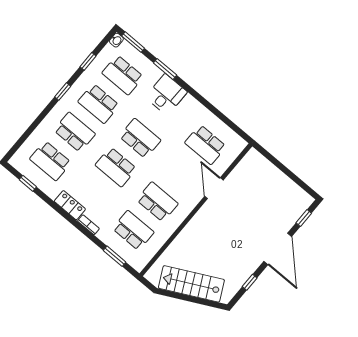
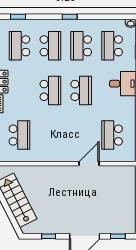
window: (88, 61) -> (18, 17), moved
school desk: (116, 167) -> (50, 90), turned 180
school desk: (157, 202) -> (50, 135), removed

